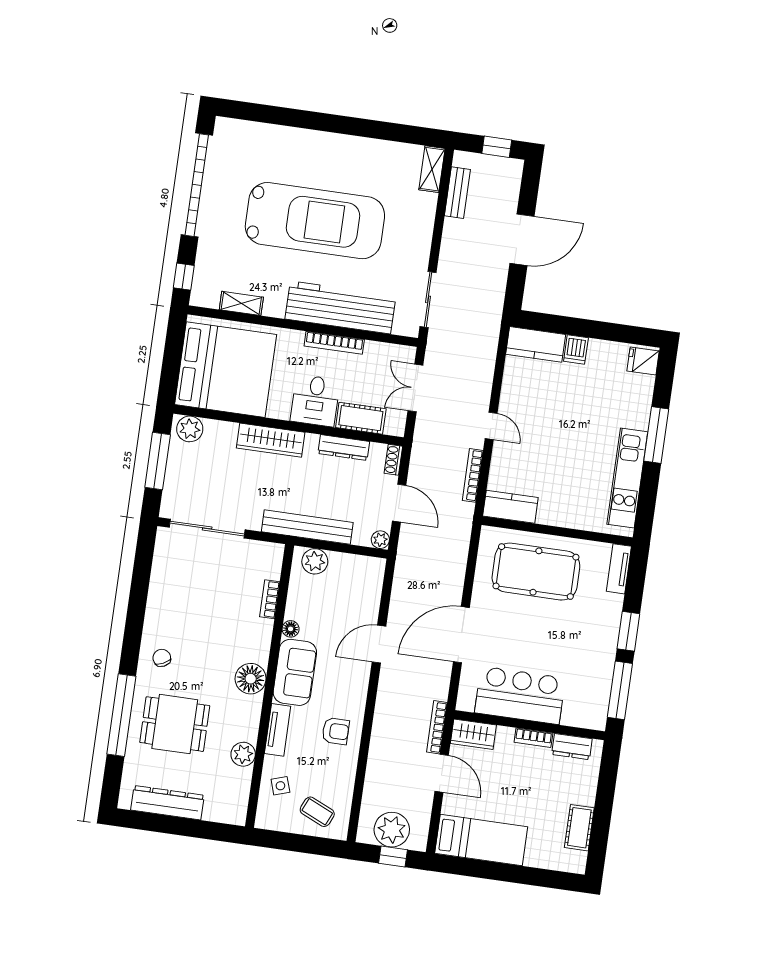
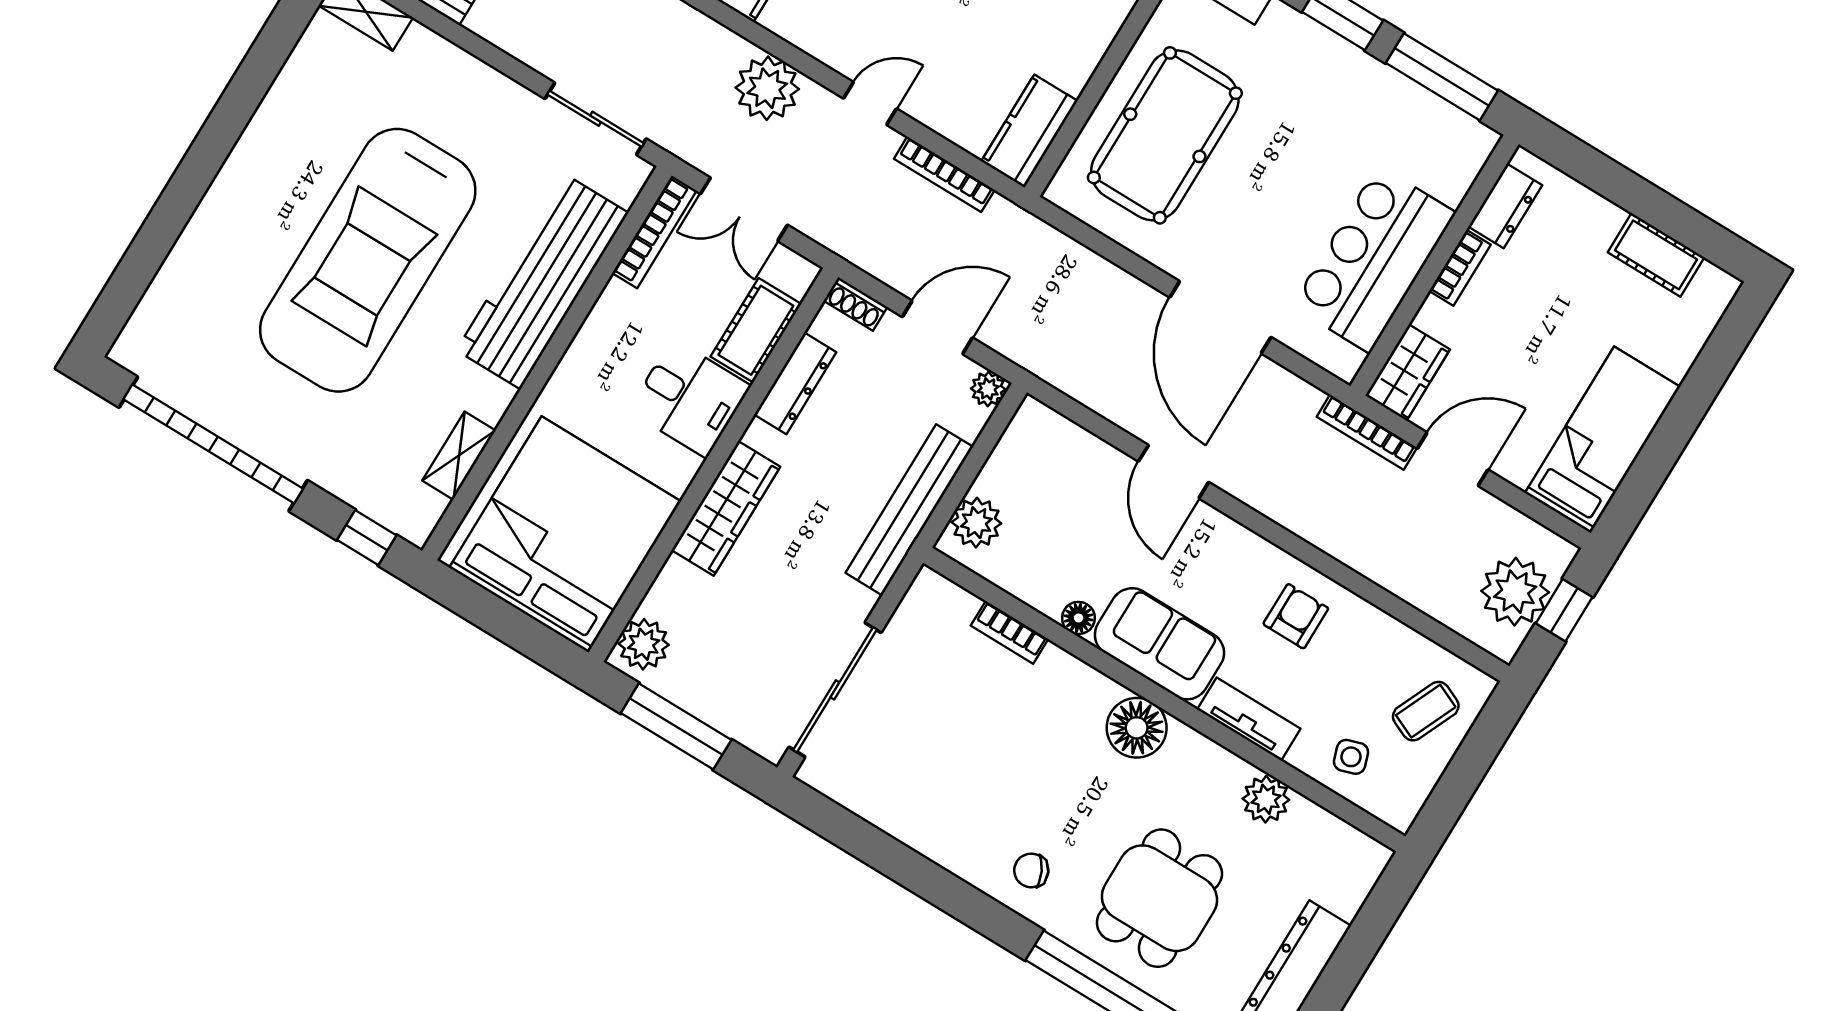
car: (315, 221) -> (368, 260), turned 180
bookcase: (334, 343) -> (654, 232), moved
plant: (477, 374) -> (767, 88), added

